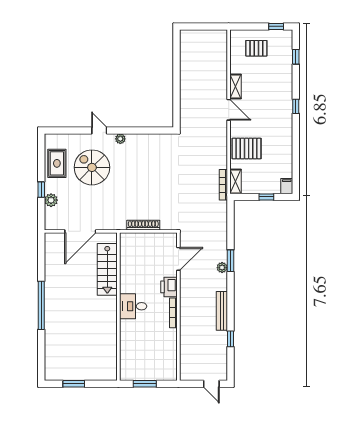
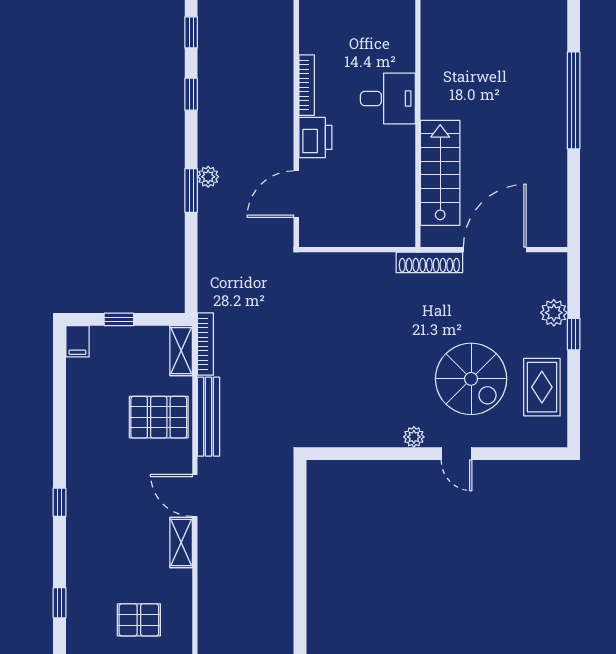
shoe rack: (143, 225) -> (429, 262), moved
window: (230, 308) -> (191, 94), added
bench: (222, 311) -> (209, 417), moved

